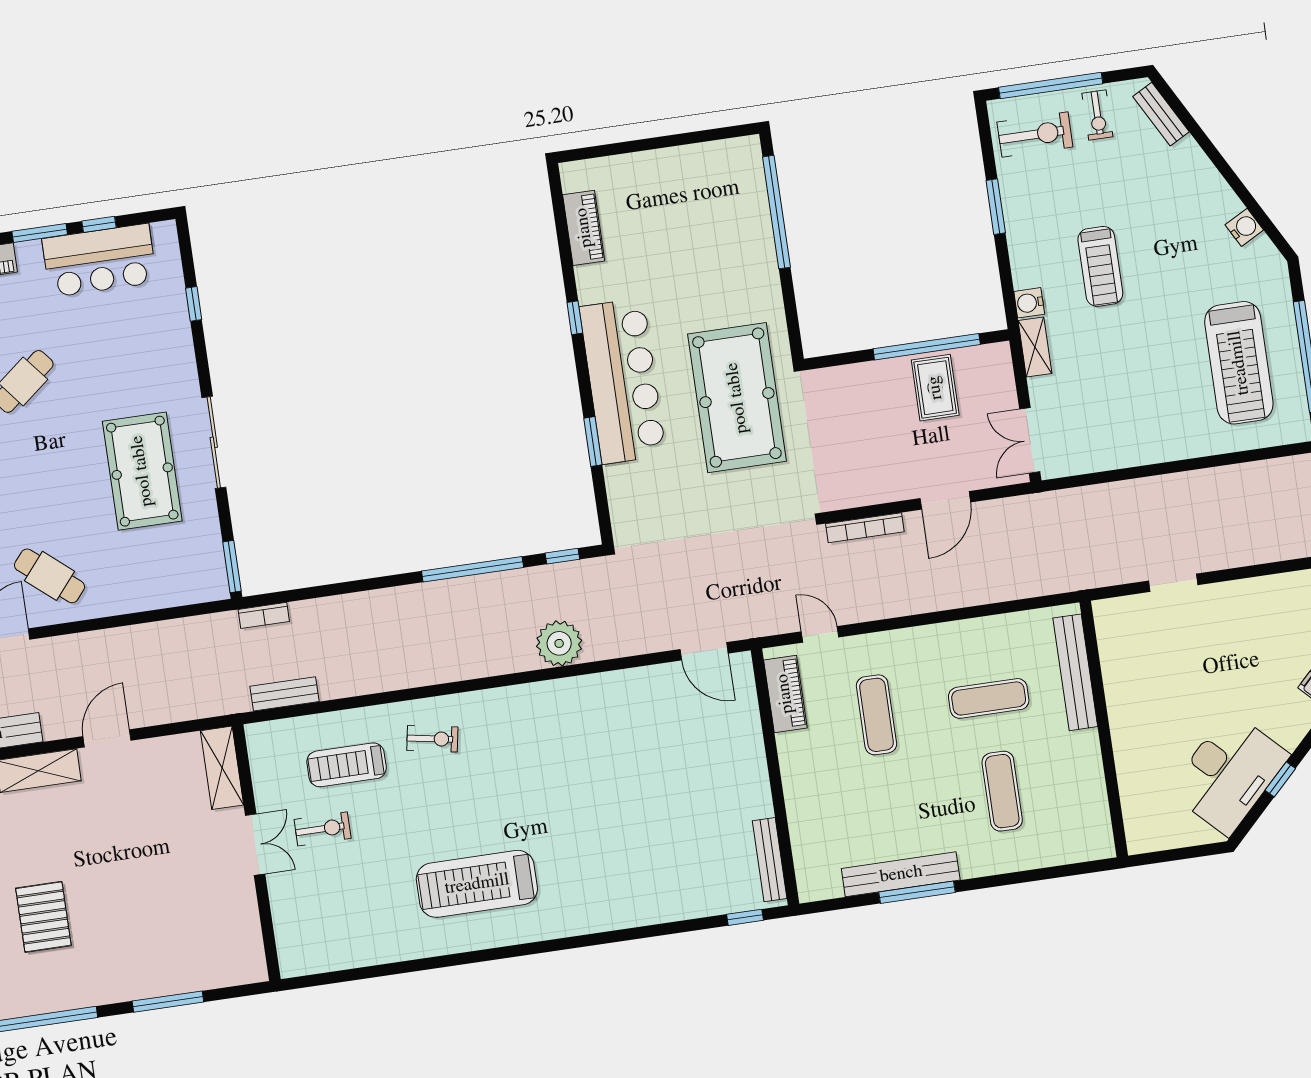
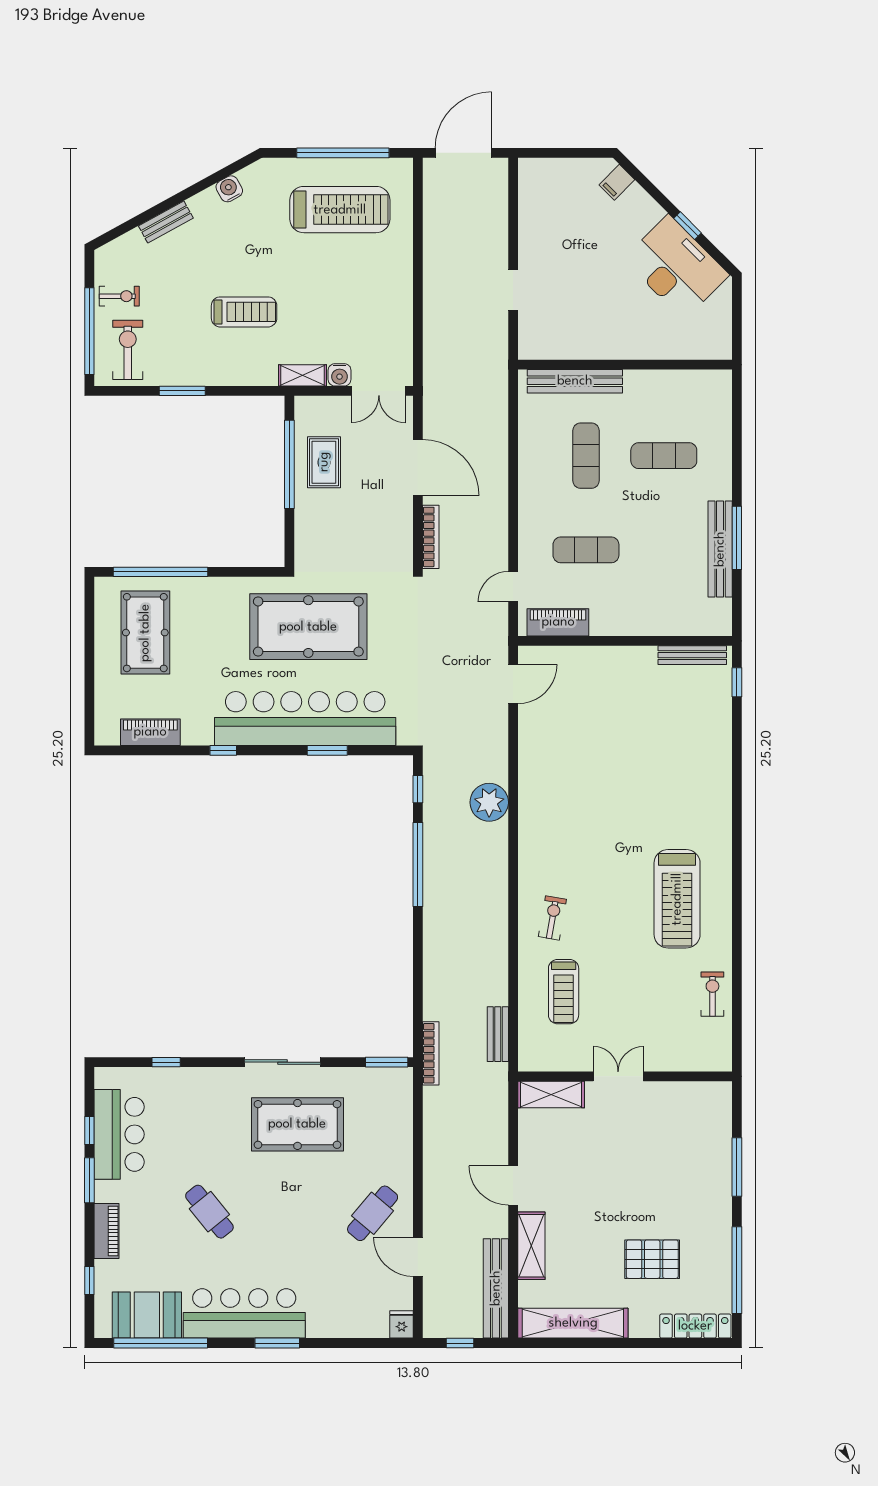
bench: (1161, 114) -> (166, 222), moved
pool table: (701, 205) -> (145, 633), added
water cooler: (1029, 303) -> (340, 375), moved
bar counter: (623, 381) -> (305, 718), width x1.36
rug: (935, 388) -> (324, 462), turned 90
door: (945, 500) -> (418, 468), width x1.36
bookcase: (264, 615) -> (431, 1053), width x1.56
exercise bike: (323, 829) -> (712, 994), moved

